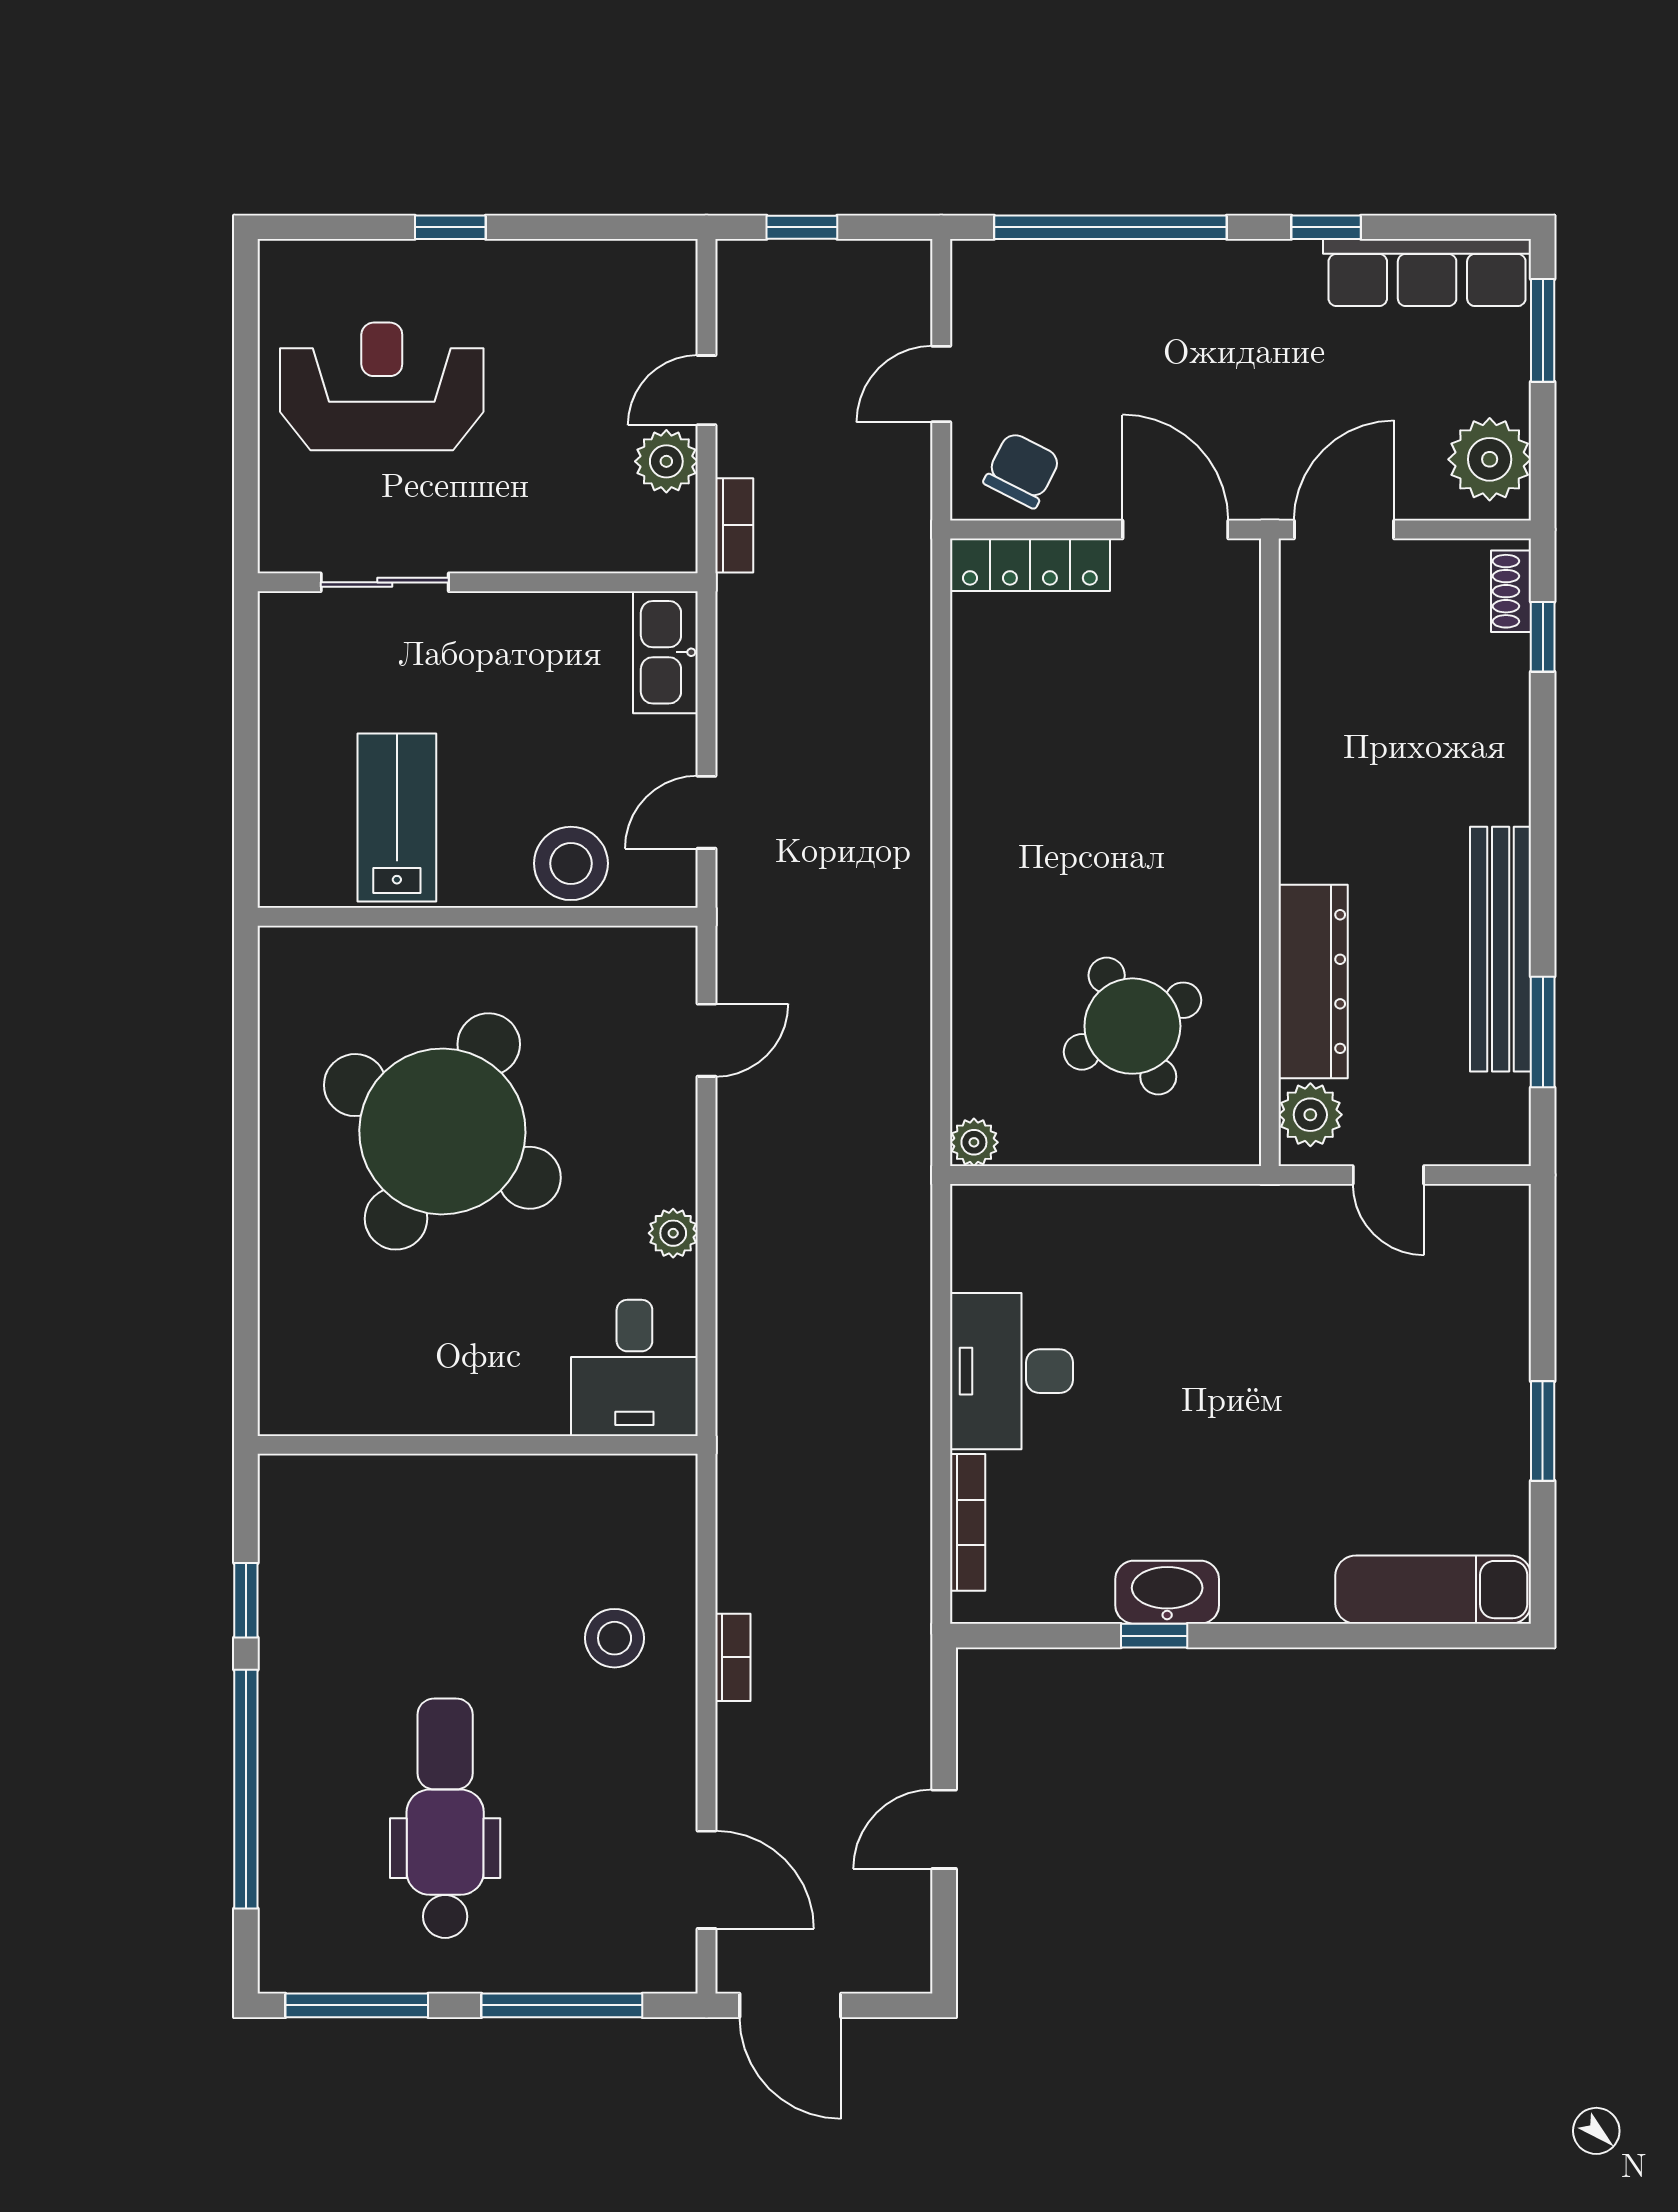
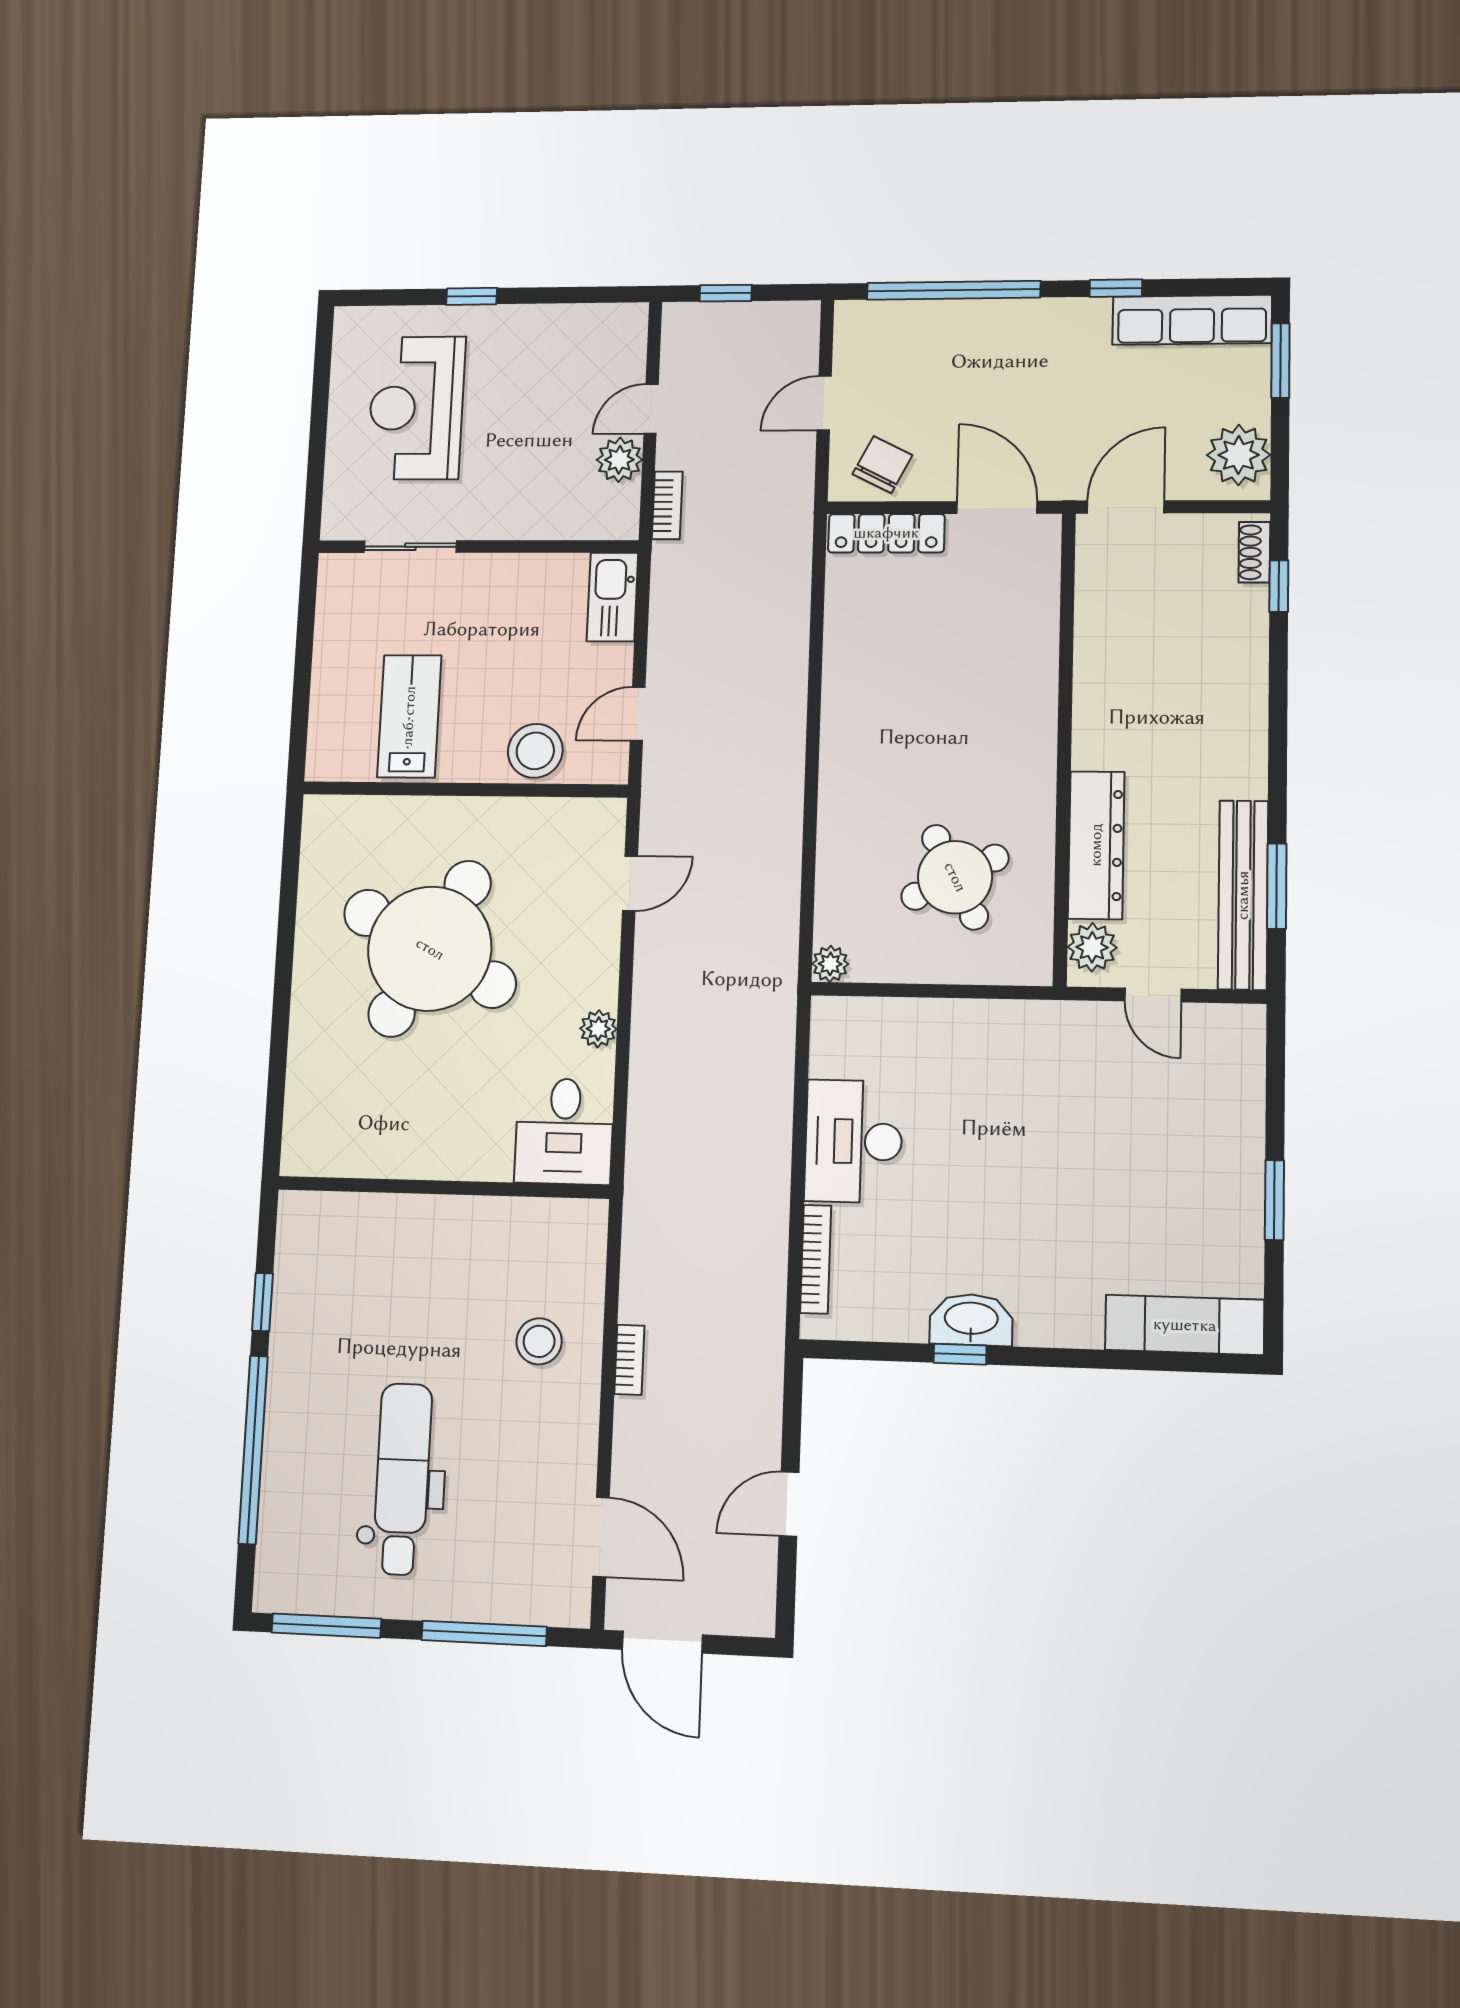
reception desk: (382, 386) -> (416, 408), turned -90
bench: (1501, 949) -> (1243, 895), moved

